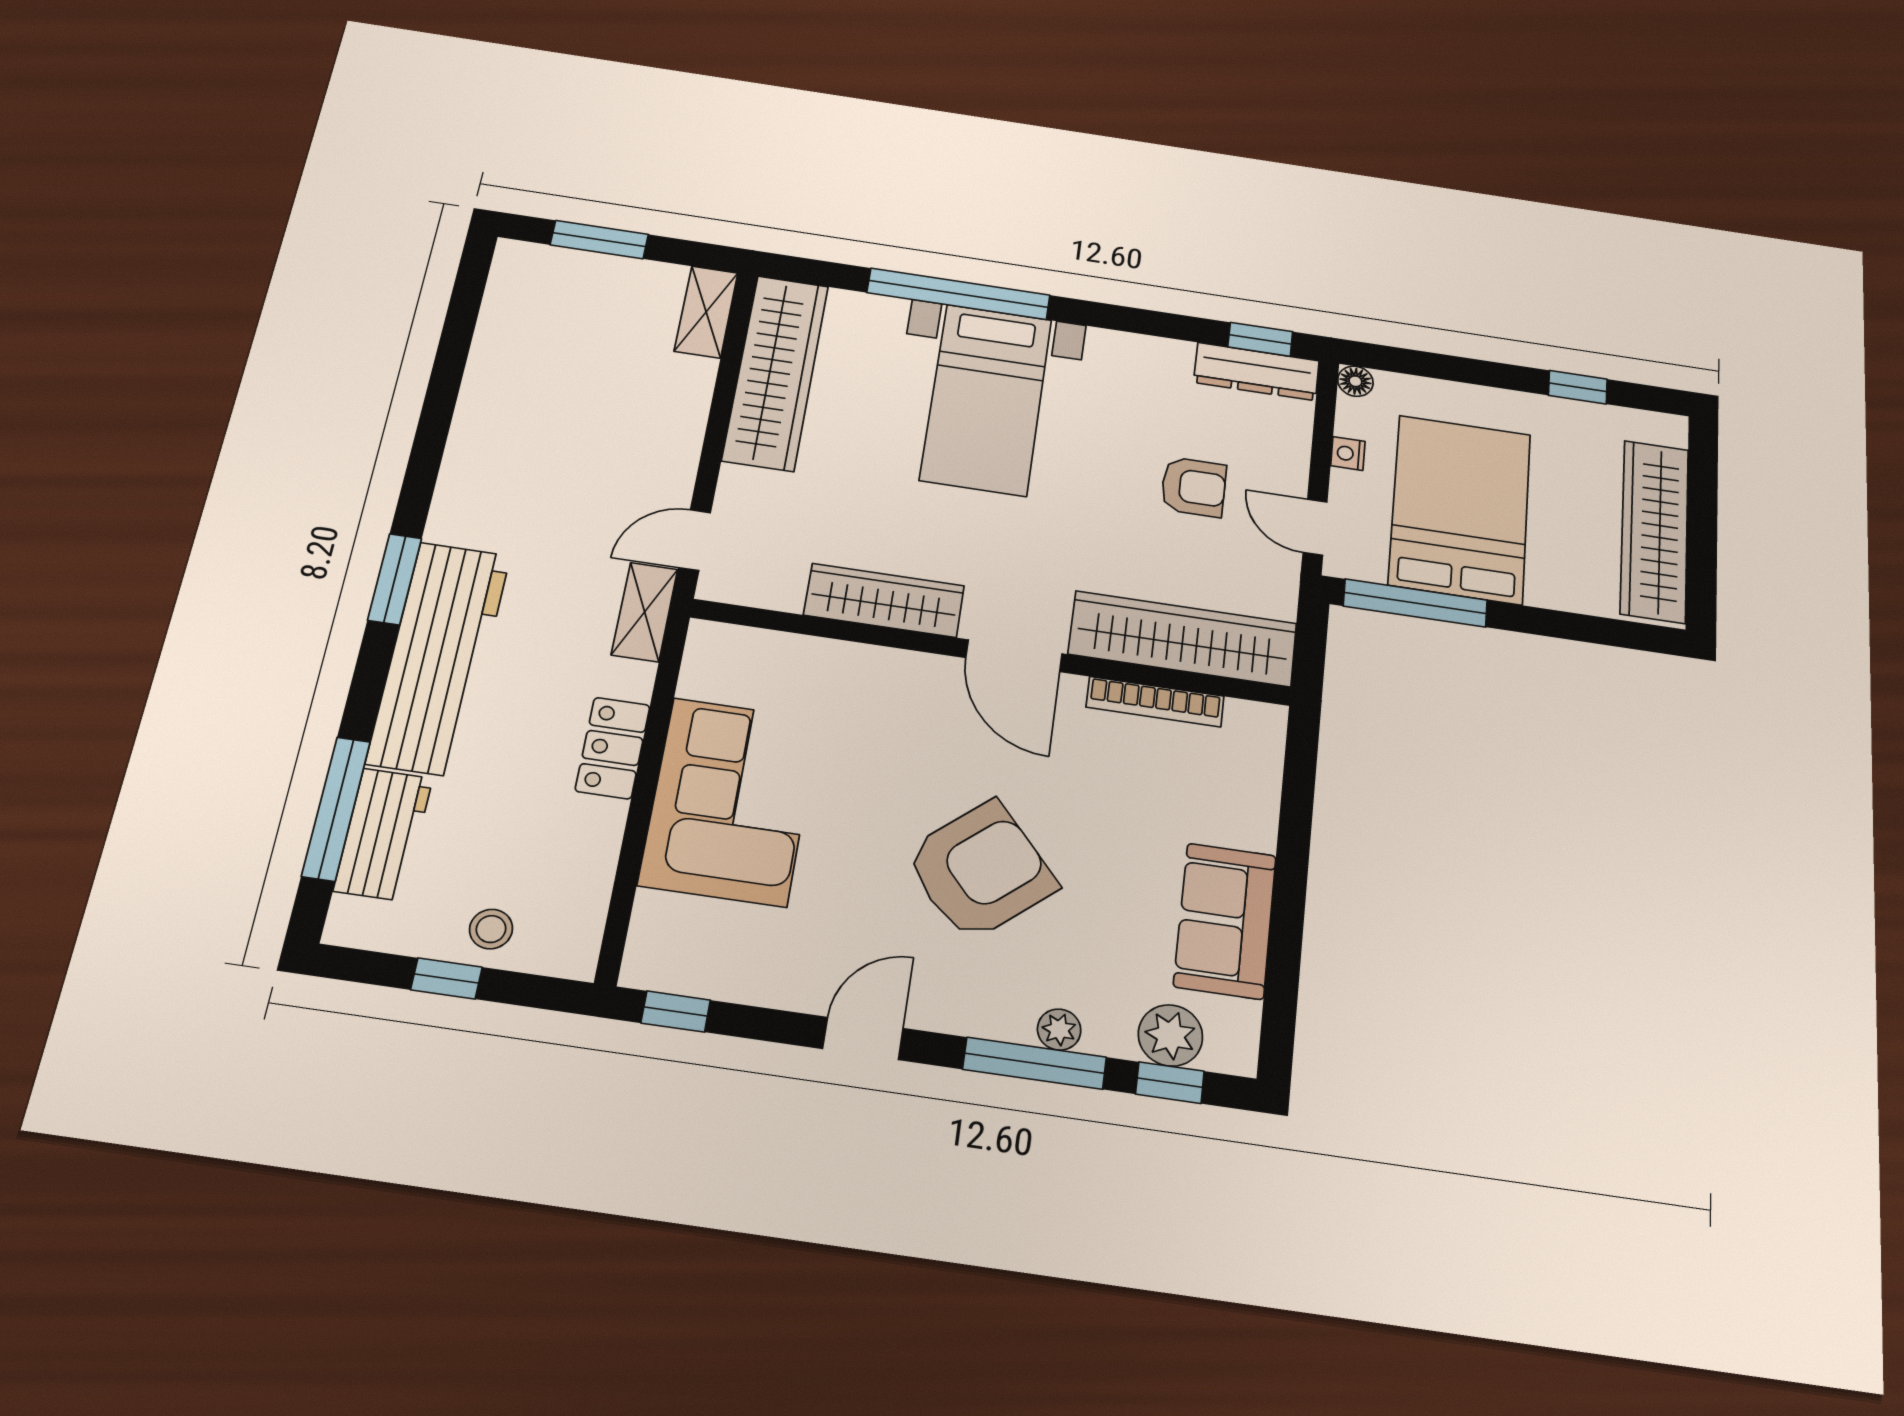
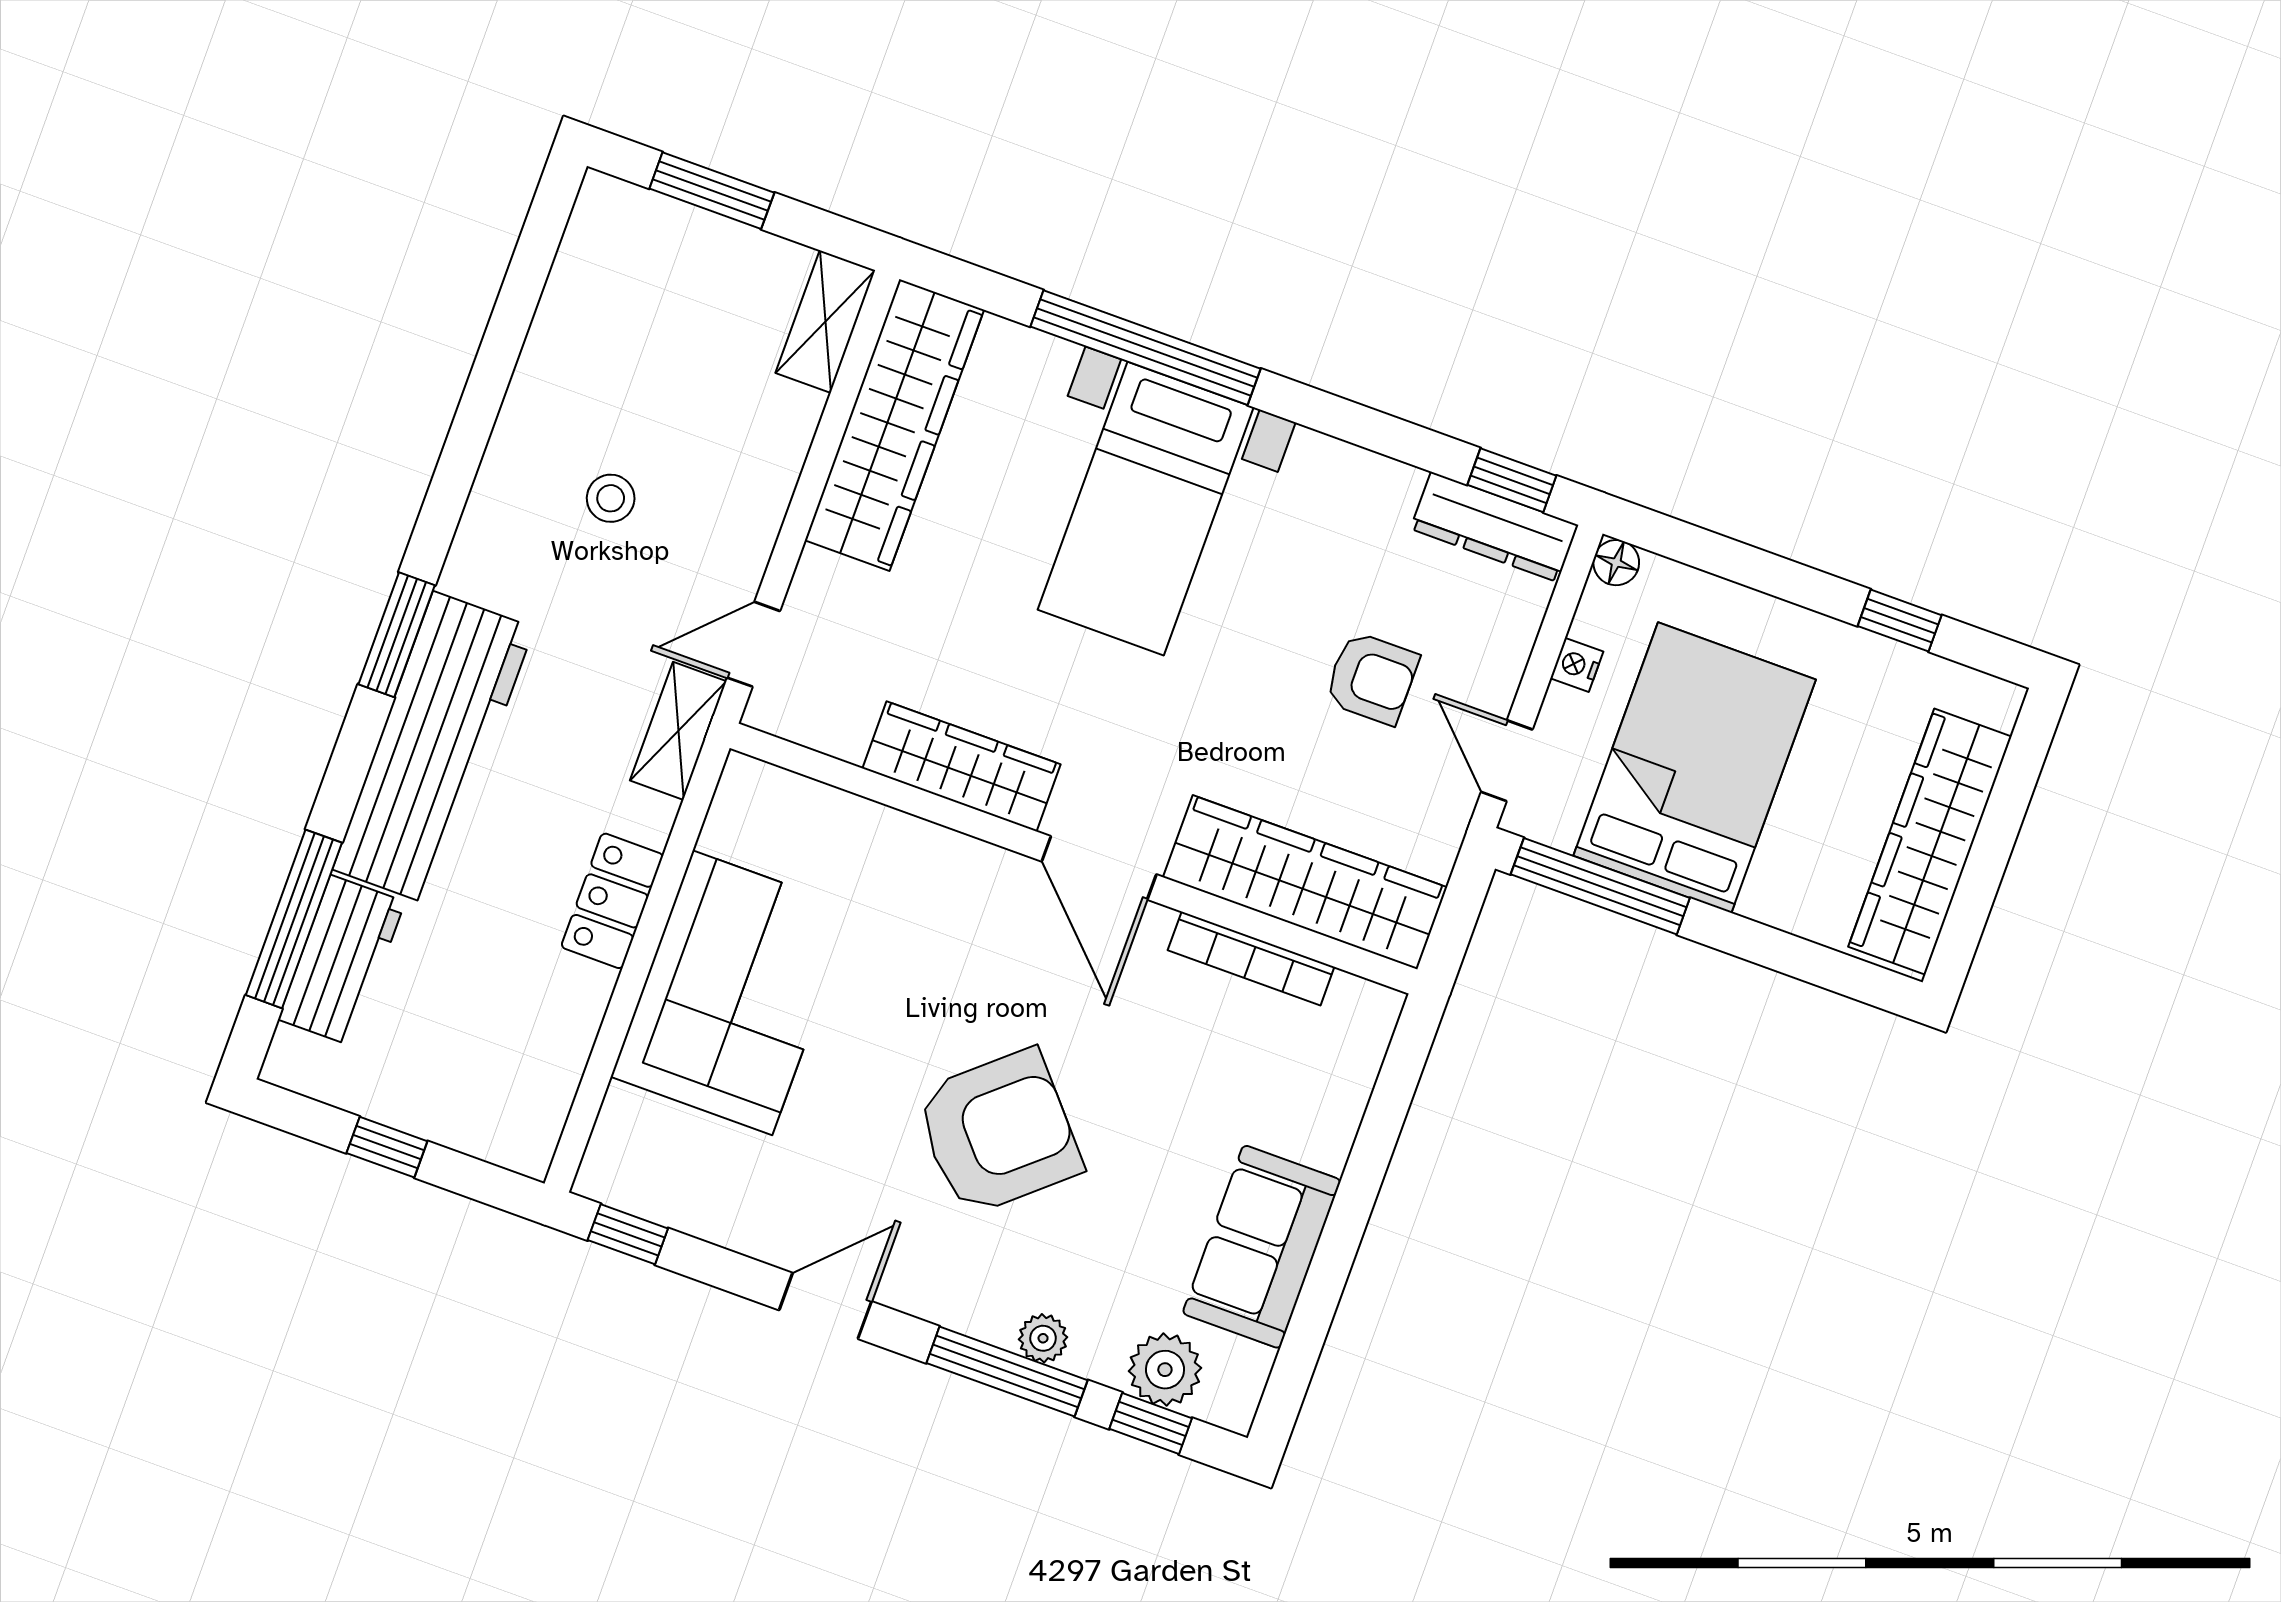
stool: (491, 929) -> (611, 498), moved

